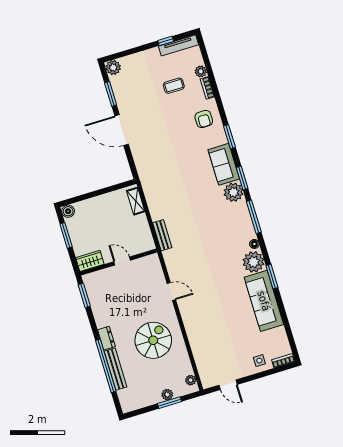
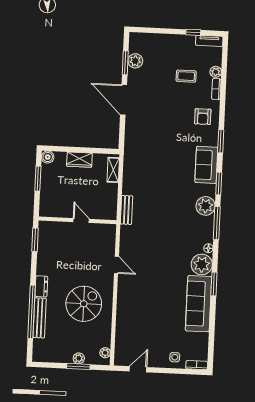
tv unit: (179, 45) -> (209, 41), width x0.71
plant: (113, 68) -> (135, 61), moved
plant: (233, 192) -> (206, 206), moved
wardrobe: (90, 261) -> (79, 160), moved, turned 180
door: (228, 385) -> (138, 369), swing flipped

